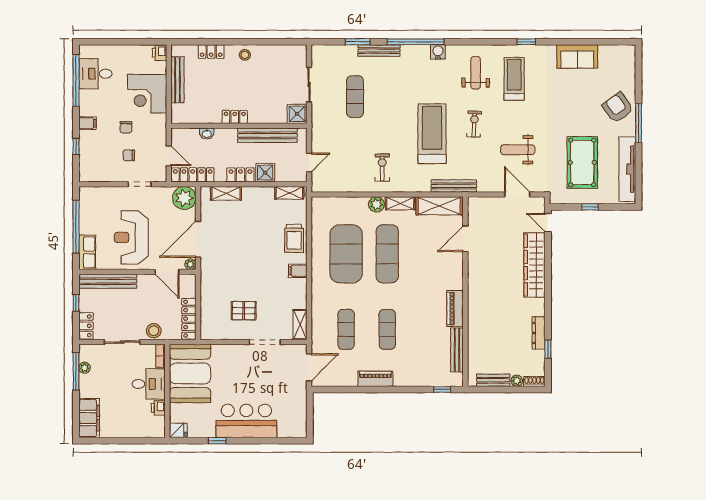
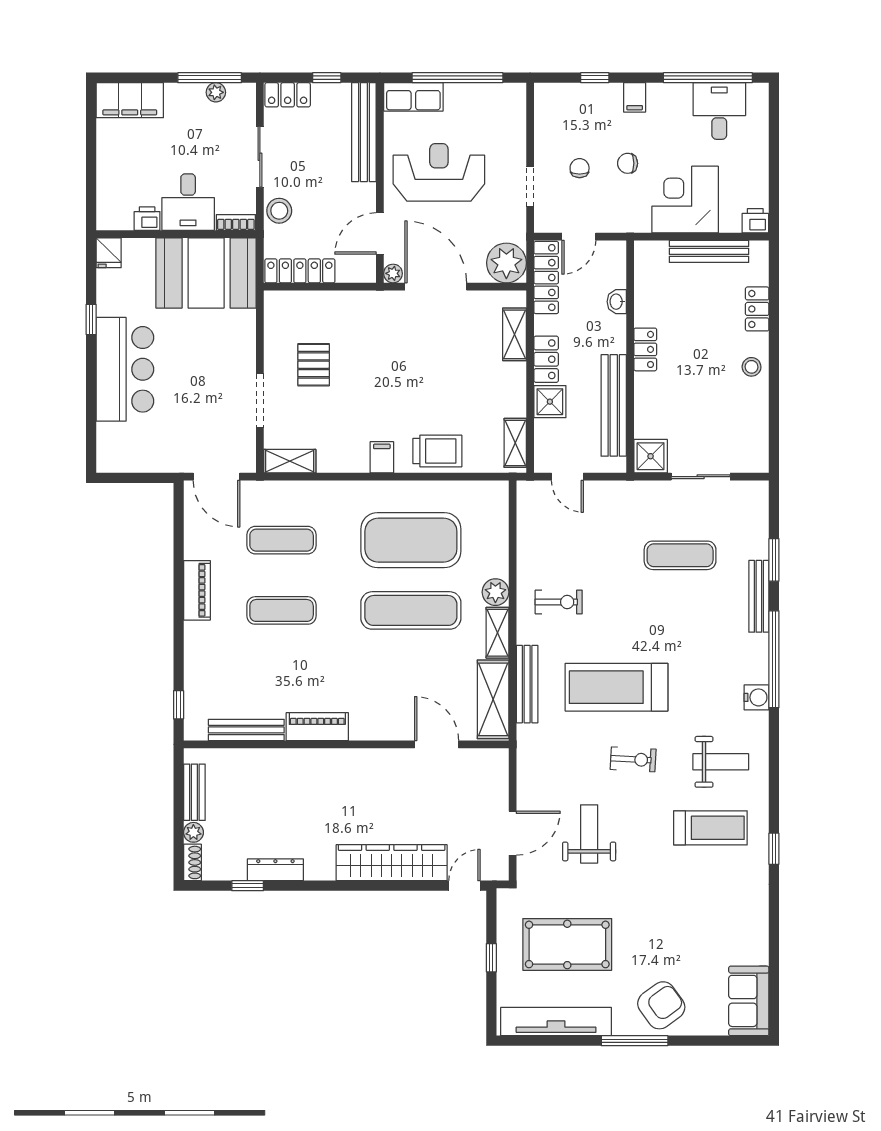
sofa: (577, 56) -> (749, 1001), moved
treadmill: (432, 134) -> (616, 687), turned 180
bench: (454, 186) -> (527, 684), moved
trolley: (294, 238) -> (437, 451), turned 180

